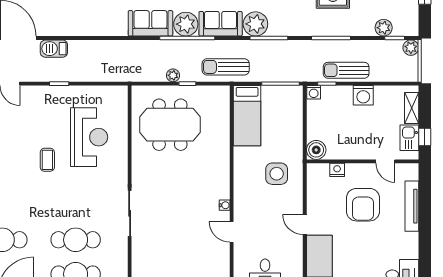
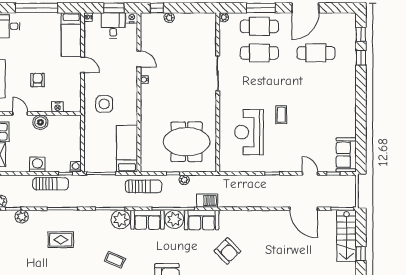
barbecue: (54, 49) -> (207, 200), moved
boiler: (316, 150) -> (40, 122), moved
armchair: (363, 205) -> (38, 80), width x0.53, depth x0.53

